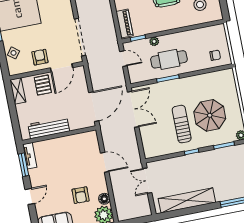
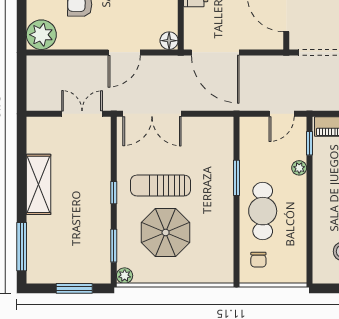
cafe table: (169, 59) -> (263, 211), moved
double door: (133, 109) -> (152, 114), moved
sun lounger: (182, 124) -> (160, 186), turned 180
floor lamp: (104, 199) -> (169, 41), moved
shelving: (187, 200) -> (39, 184), width x0.68

